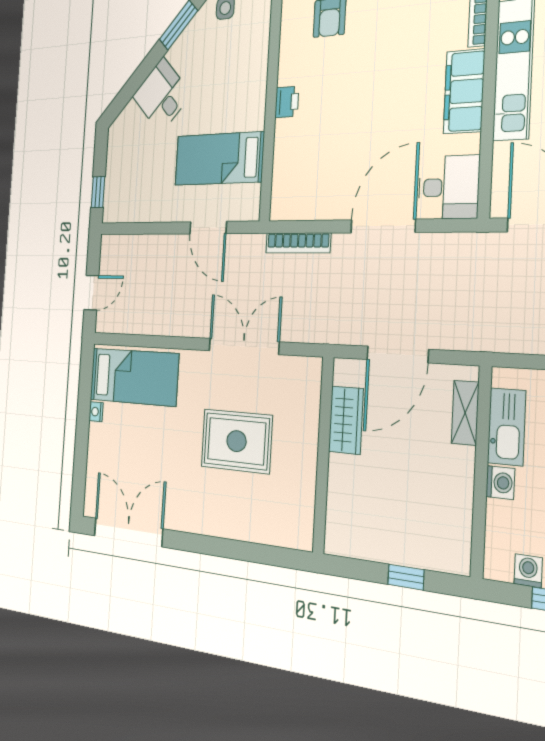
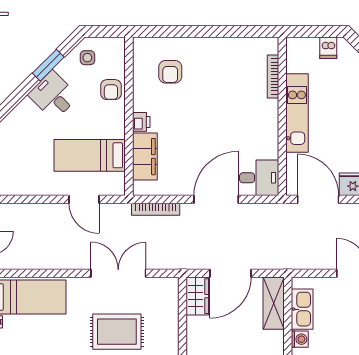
armchair: (251, 54) -> (111, 90), added
filing cabinet: (464, 91) -> (145, 157), moved, turned 180
desk: (162, 95) -> (53, 96), moved
shelving: (465, 413) -> (274, 303), width x1.50, depth x1.33
wardrobe: (346, 420) -> (197, 296), moved

